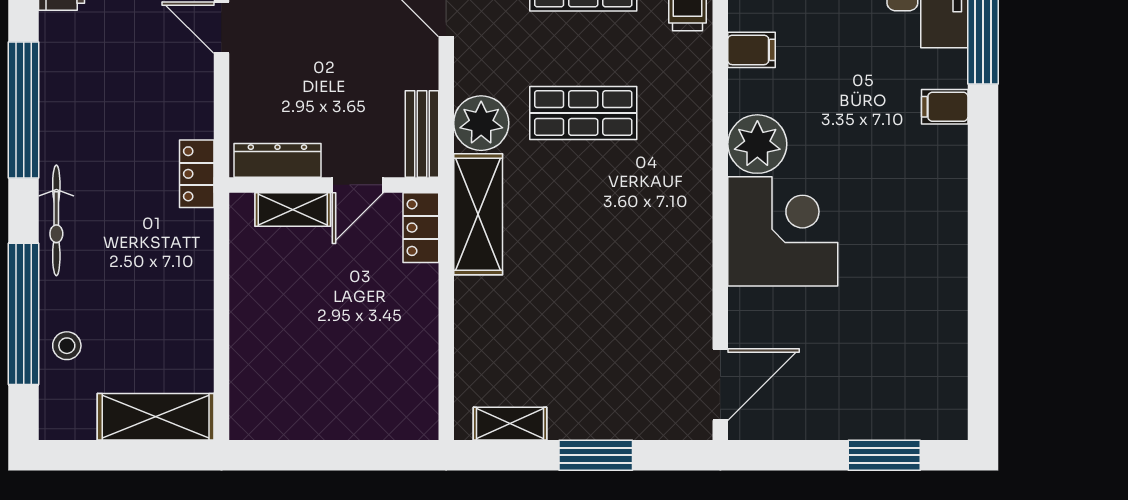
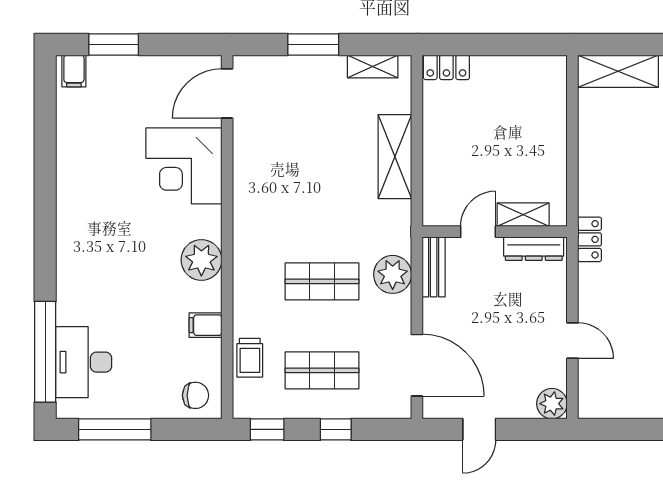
filing cabinet: (945, 107) -> (74, 71), moved, turned 90
shelving: (478, 214) -> (395, 157), moved
locker: (421, 228) -> (446, 67), moved, turned 90
corner desk: (783, 231) -> (184, 166), moved

